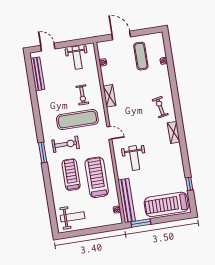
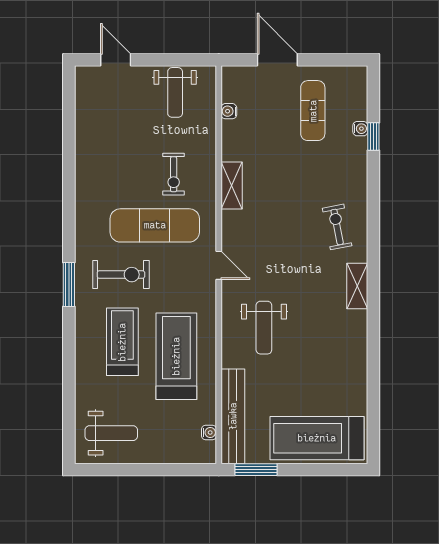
bench: (38, 74) -> (85, 114), removed
window: (189, 184) -> (373, 136), moved

